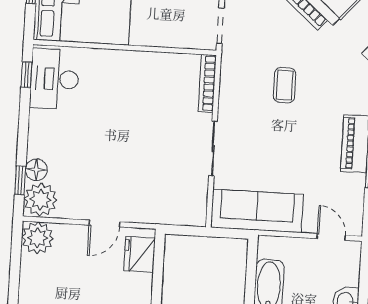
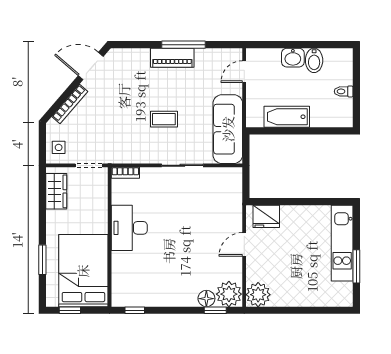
desk: (54, 79) -> (129, 228), moved, turned 90
bookcase: (207, 83) -> (125, 173), width x0.64
coffee table: (285, 85) -> (164, 119), moved
door: (104, 223) -> (244, 244), swing flipped

